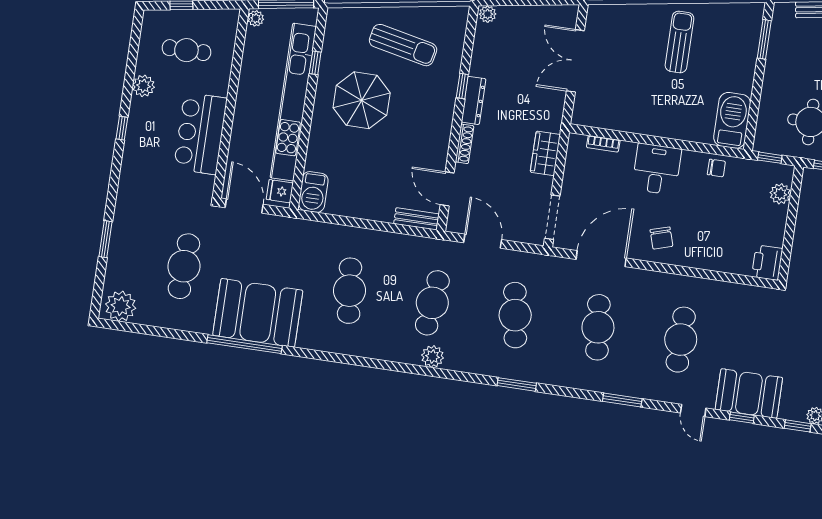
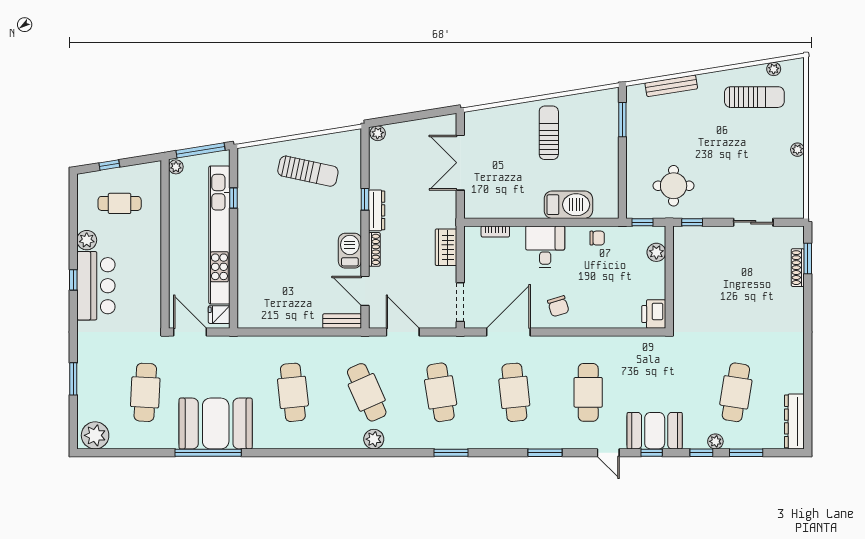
parasol: (362, 100) -> (279, 225), removed
barbecue: (732, 120) -> (568, 205), moved, turned 90
bar counter: (200, 133) -> (96, 286), moved, turned 180
barbecue: (313, 192) -> (350, 251), moved, turned 180
cafe table: (432, 303) -> (367, 392), turned -30

